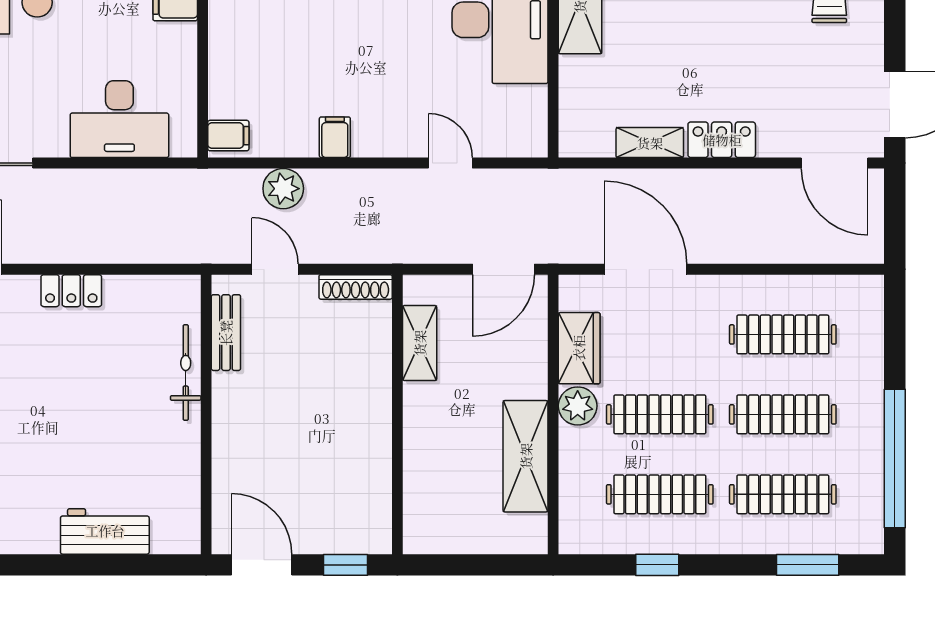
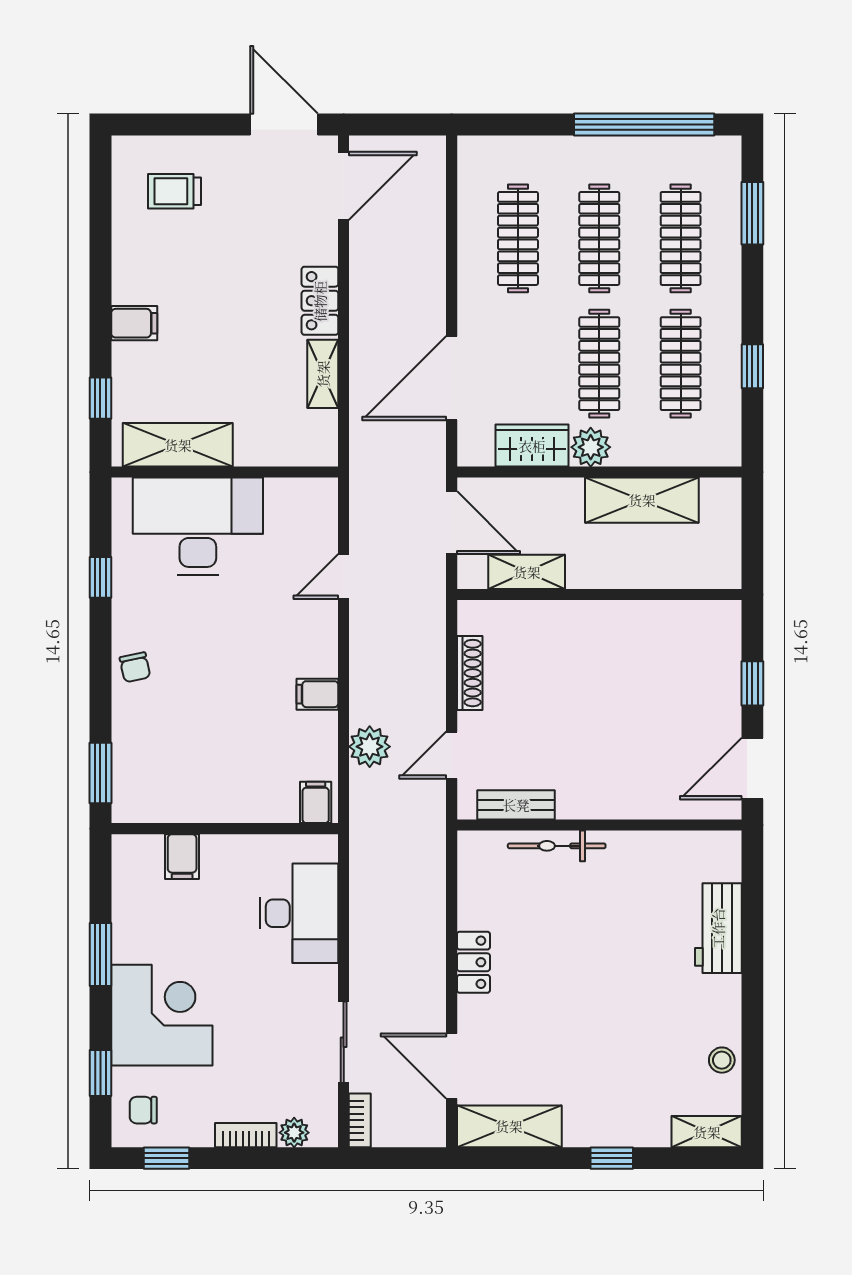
shelving: (420, 343) -> (527, 572), moved
wall: (397, 414) -> (599, 595), moved

